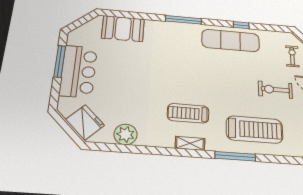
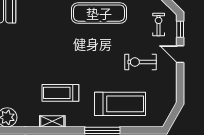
shelving: (190, 143) -> (52, 121), moved

